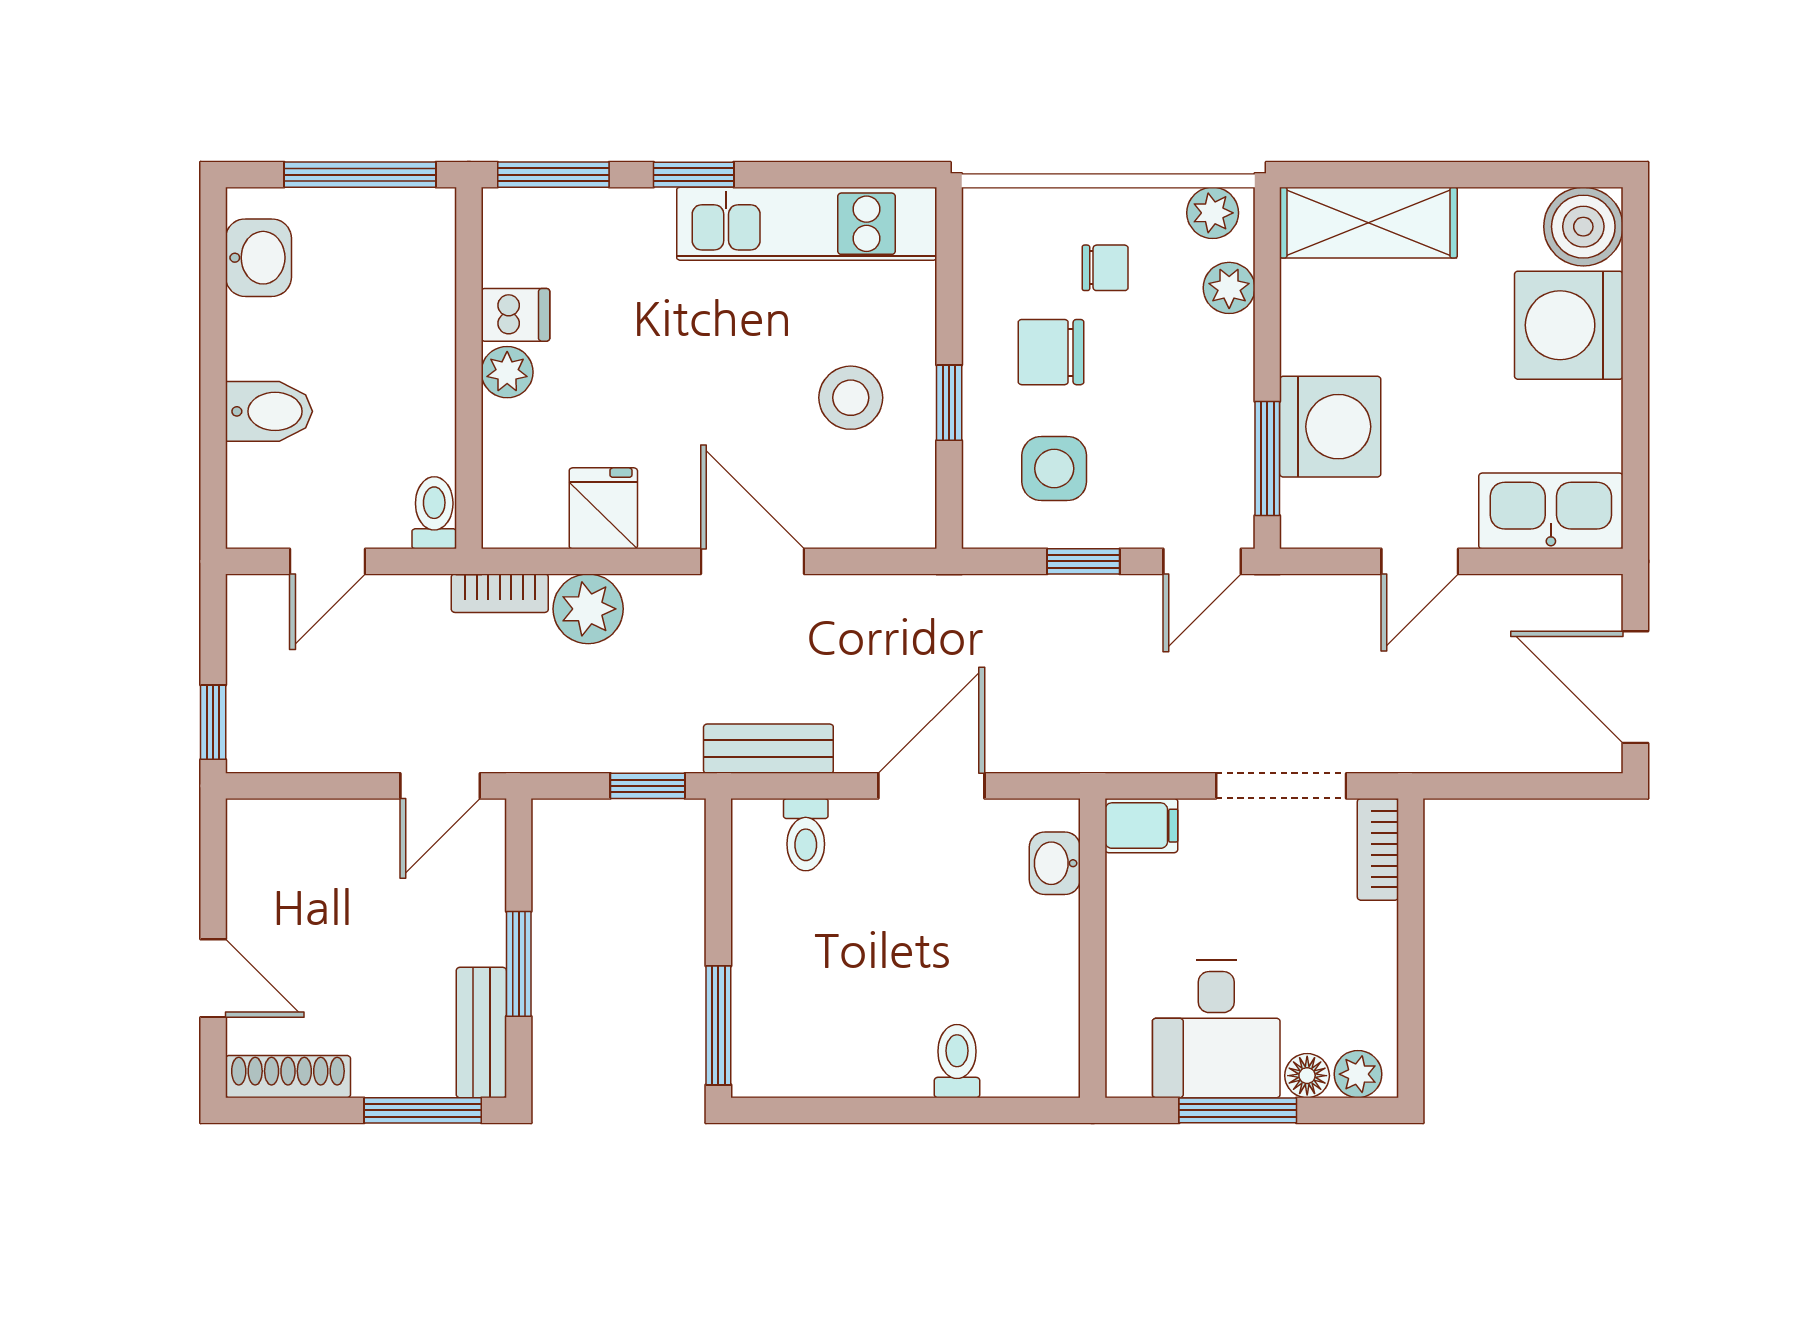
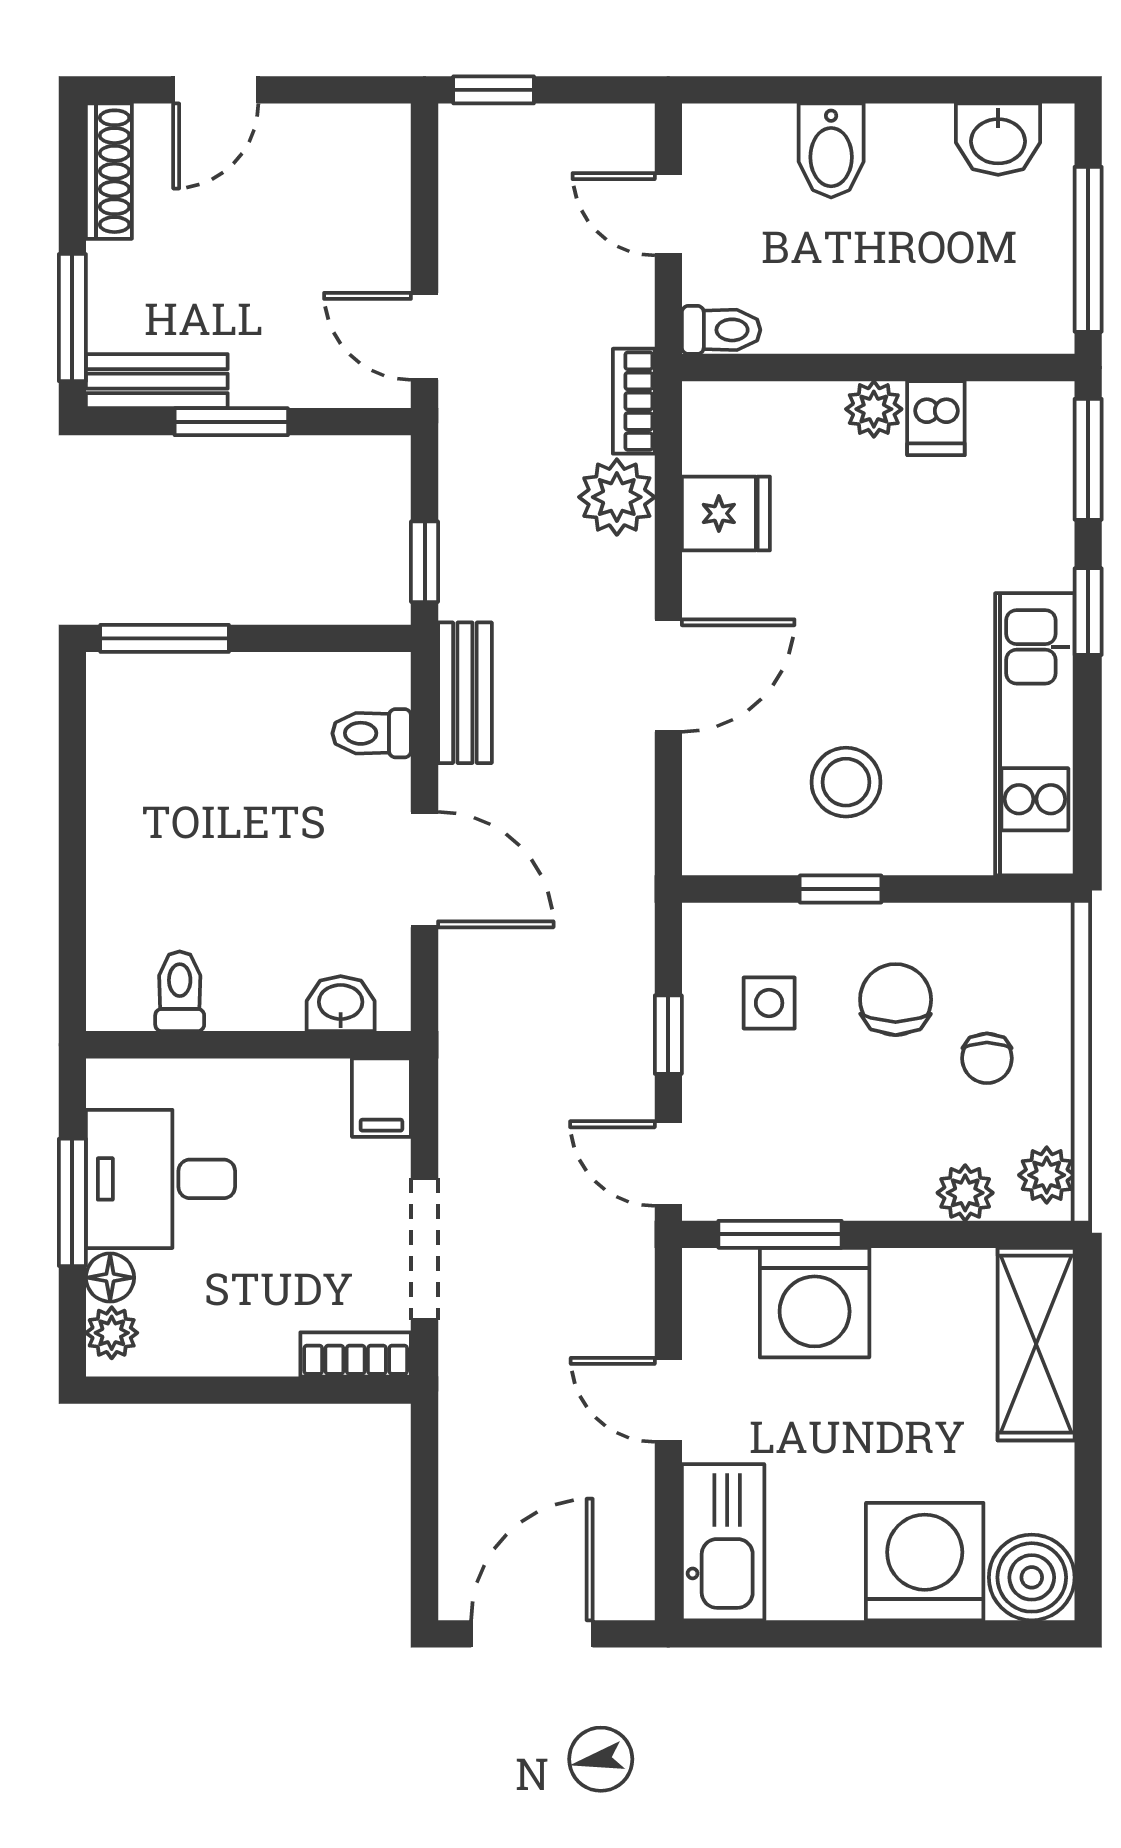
side table: (1054, 469) -> (769, 1003), width x0.73, depth x0.73
toilet: (957, 1061) -> (180, 991), moved, turned -90

